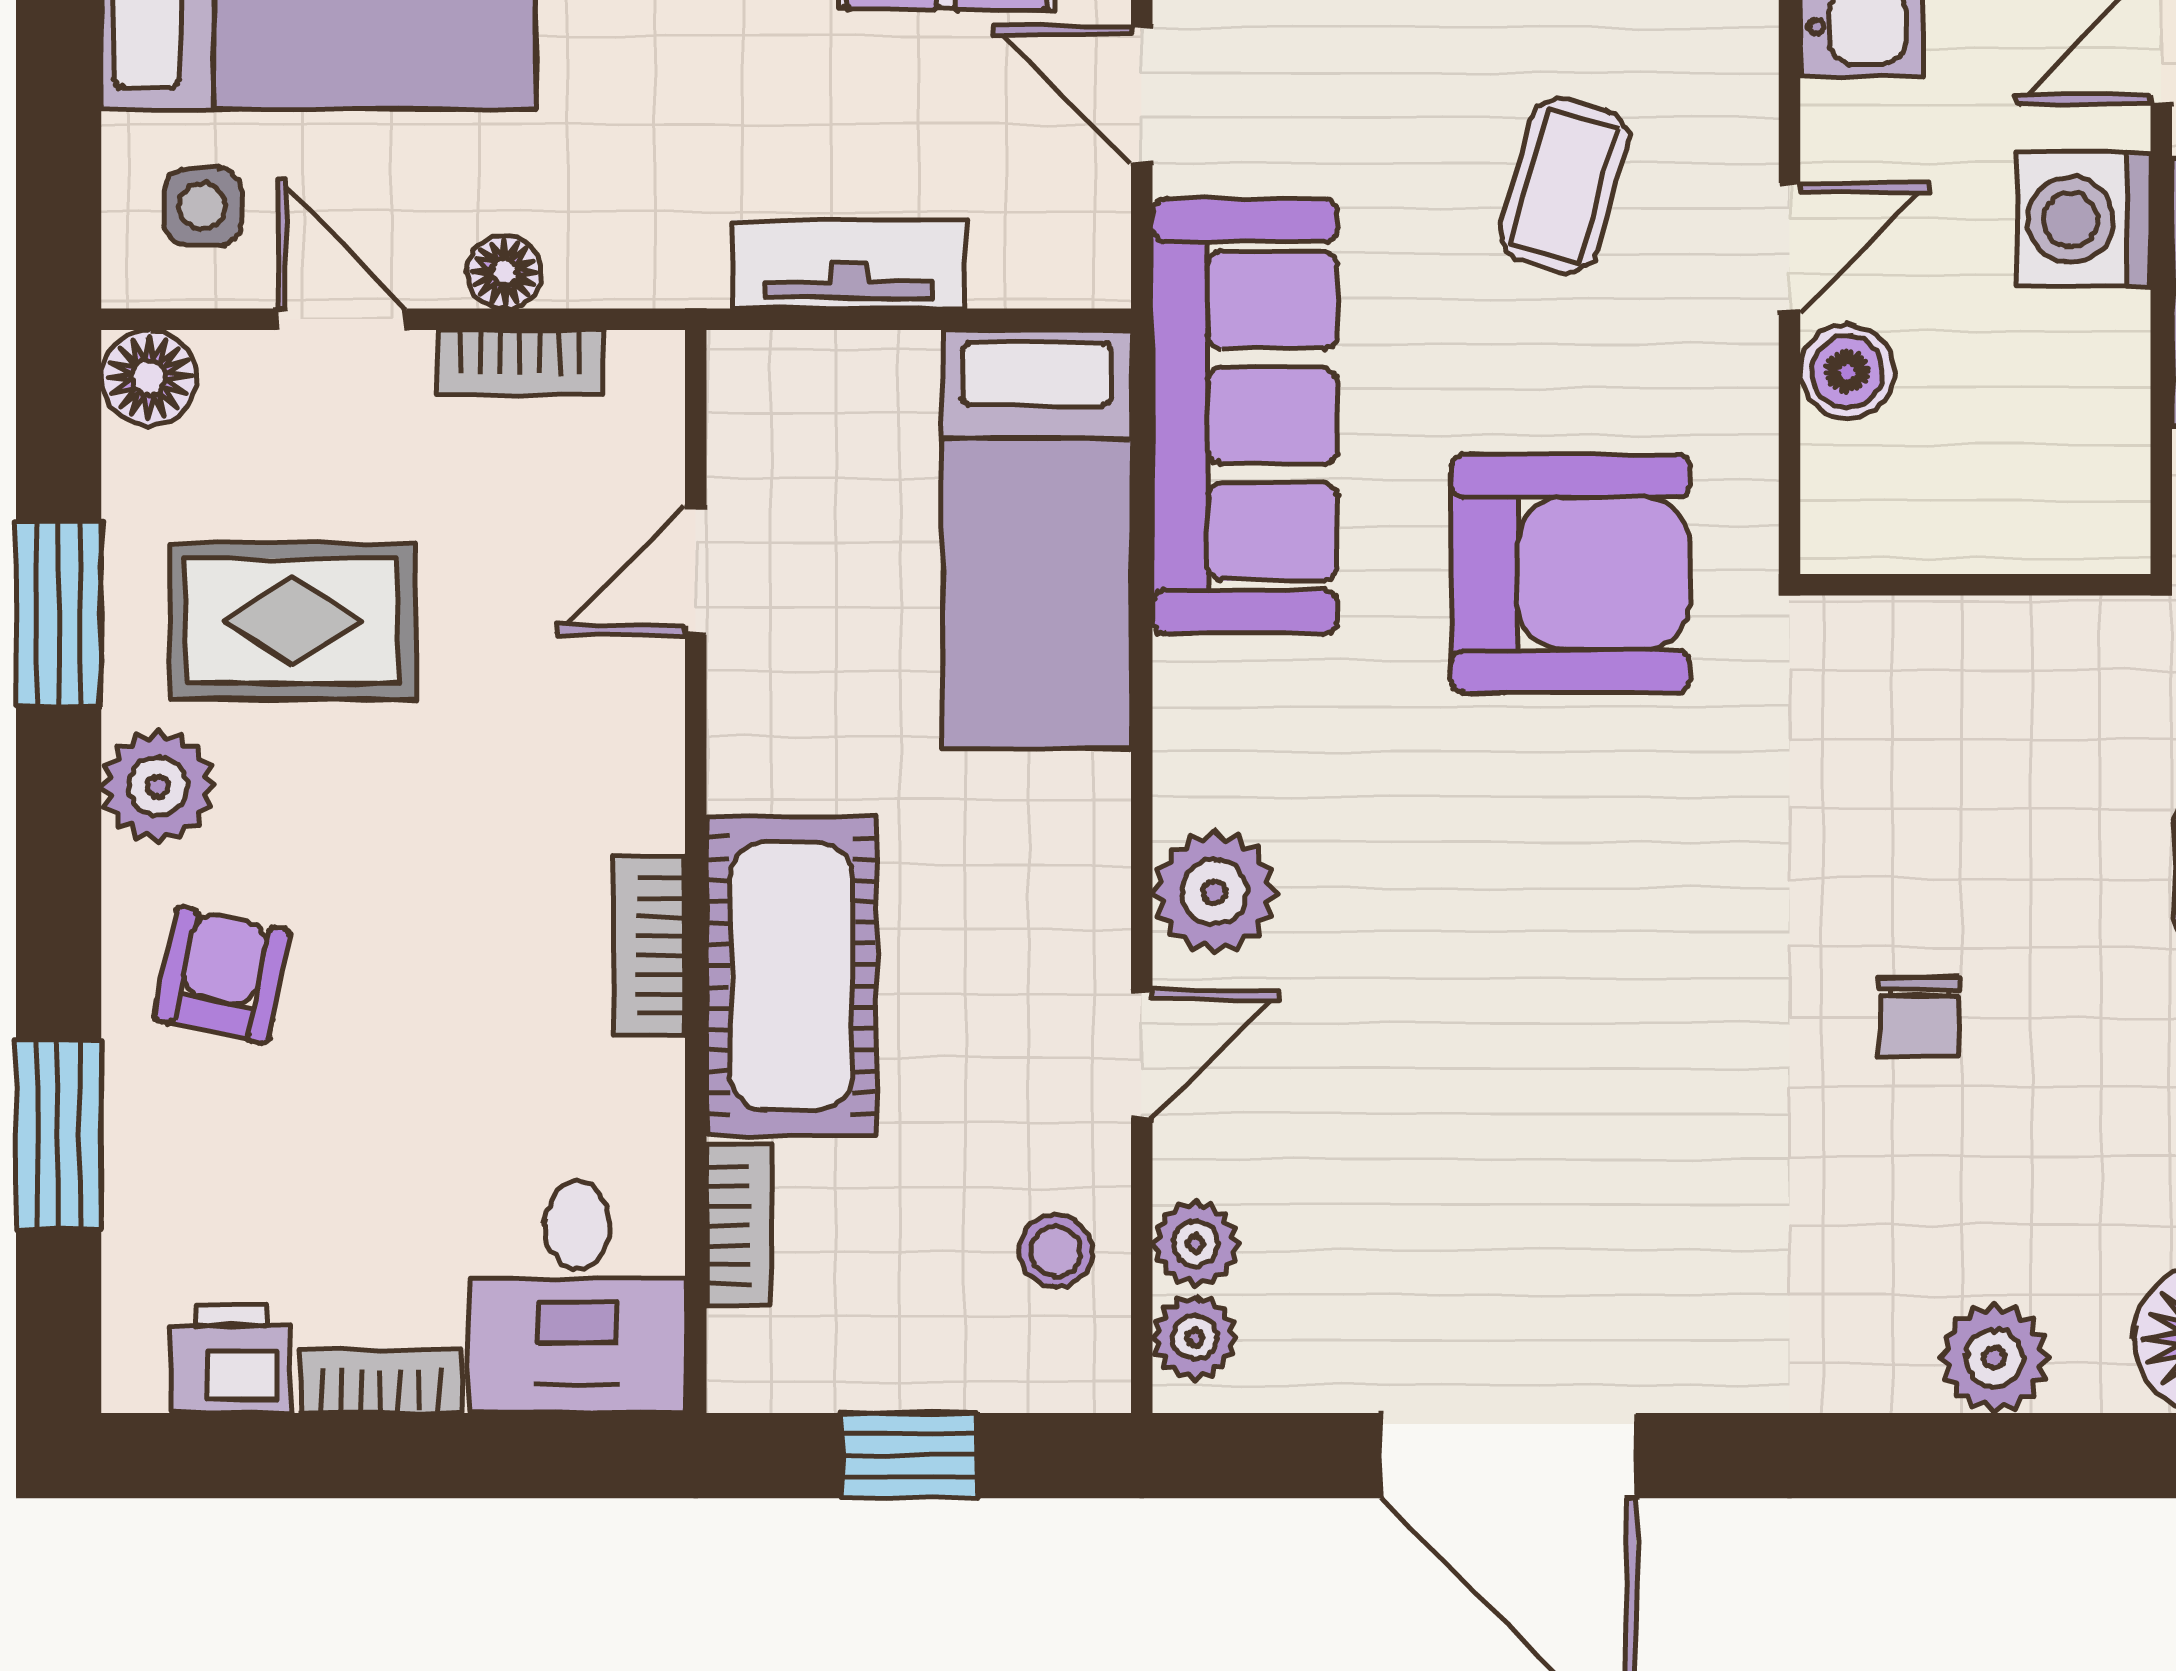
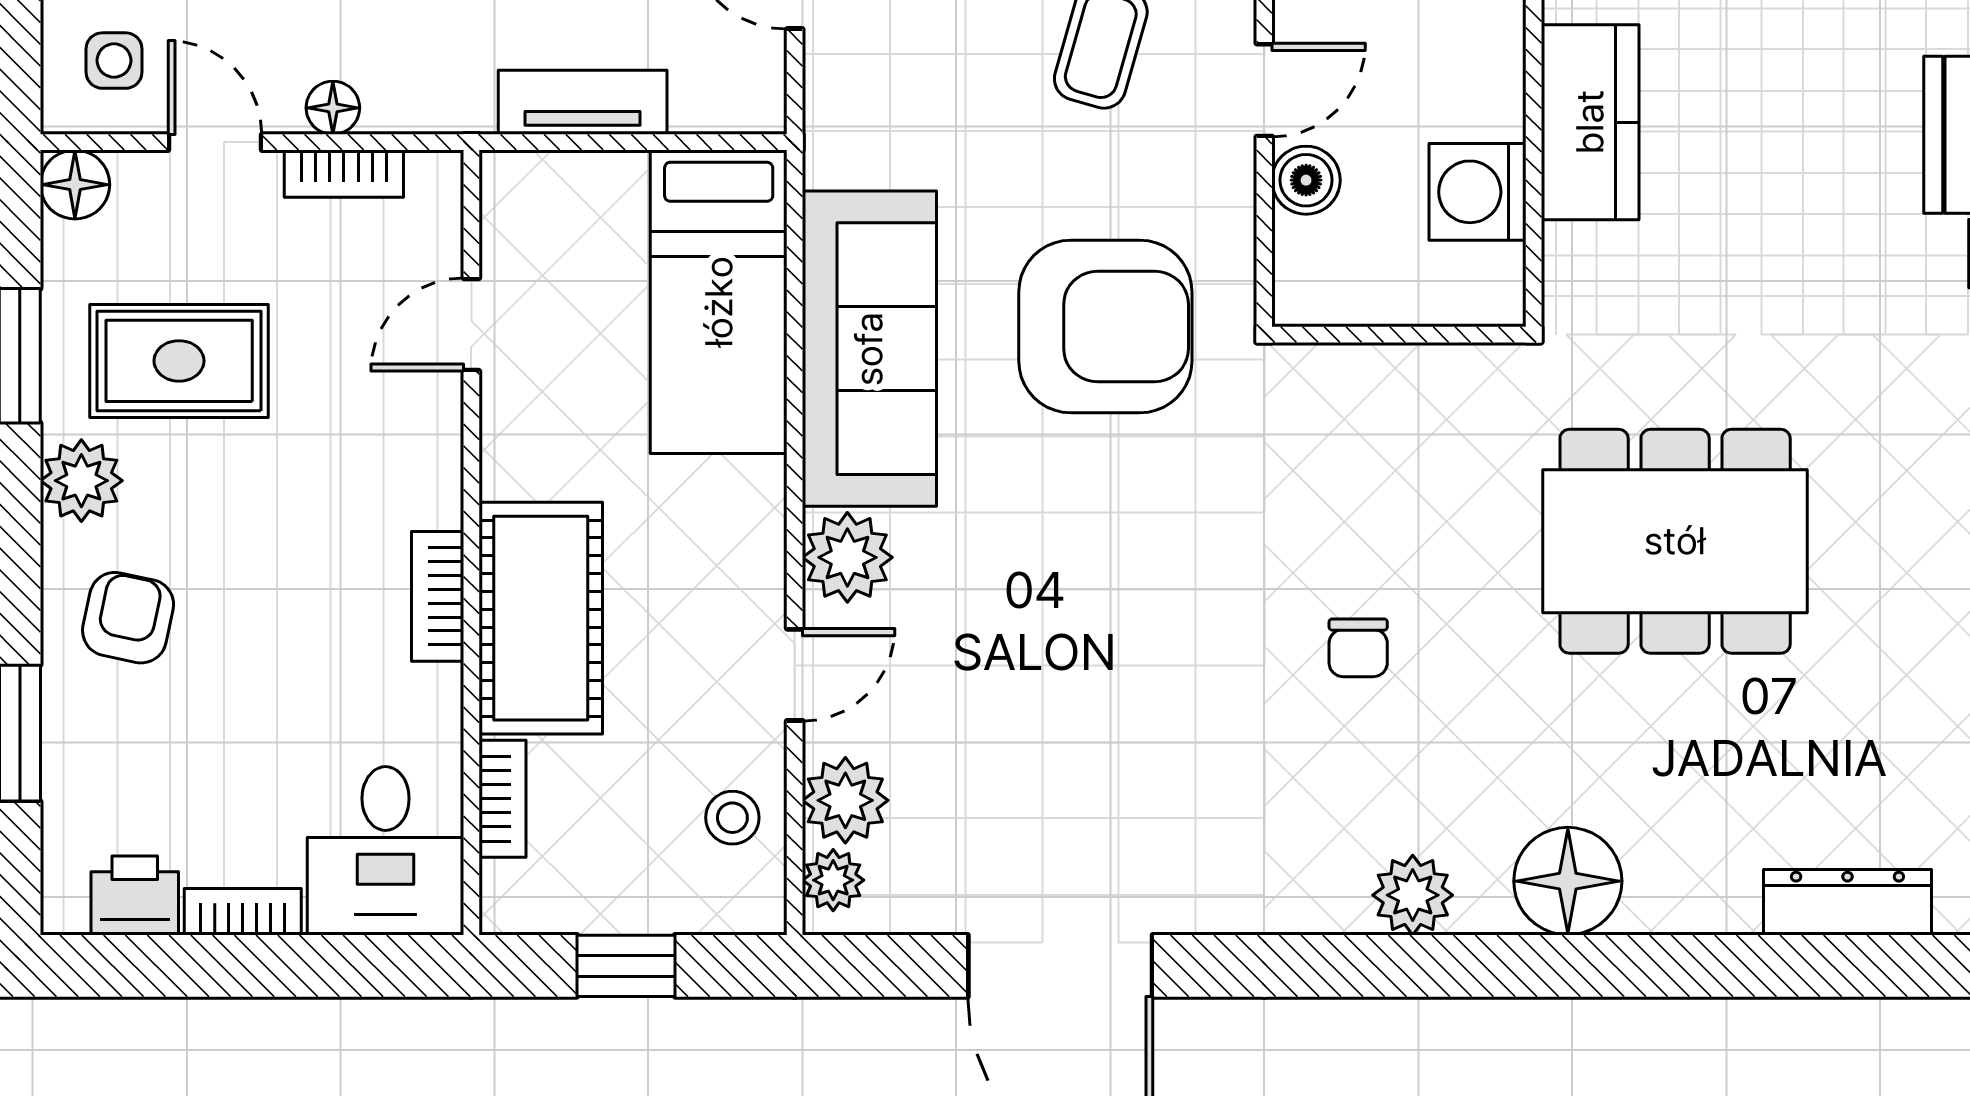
washing machine: (2084, 220) -> (1478, 192), moved
sofa: (1245, 416) -> (869, 349), moved
plant: (1195, 1243) -> (845, 800), width x1.38, depth x1.38

